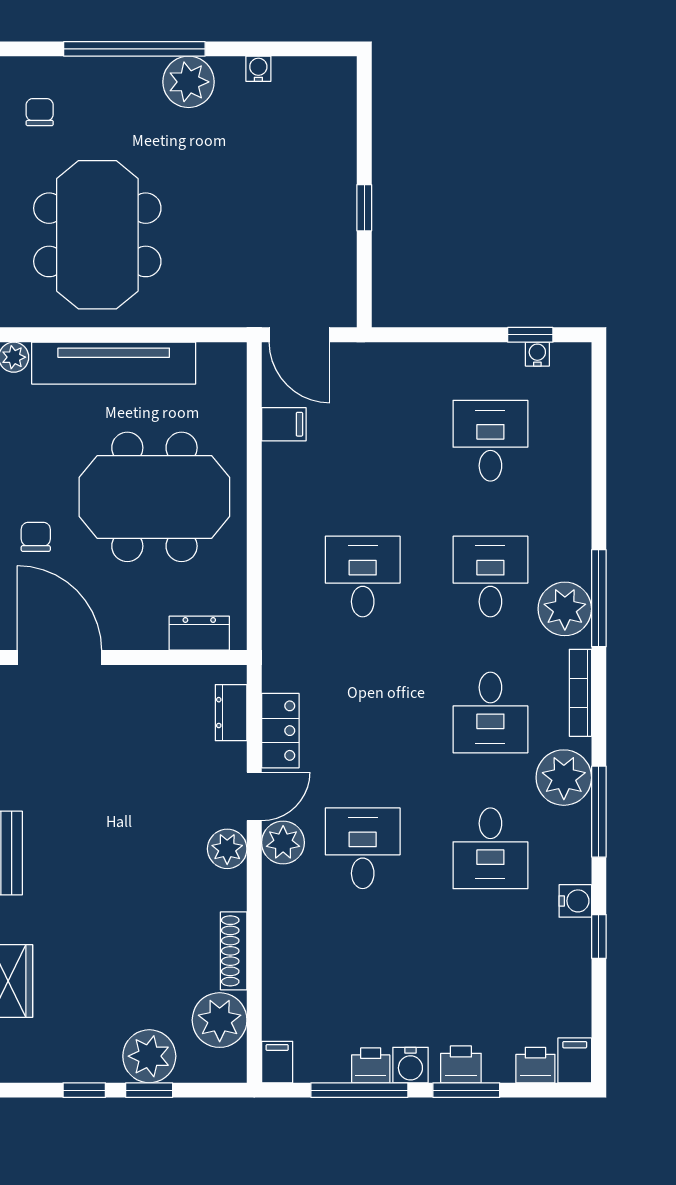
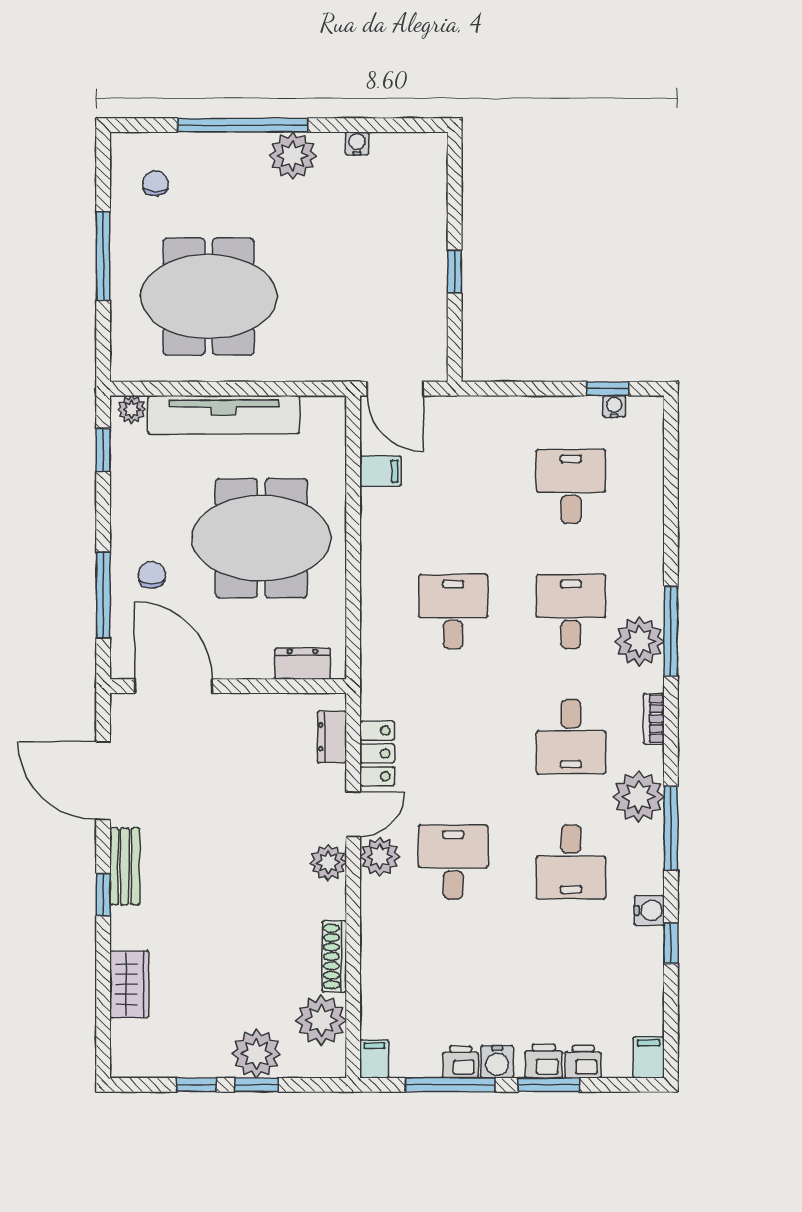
meeting table: (97, 235) -> (209, 297), turned 90
bookcase: (580, 693) -> (654, 719), width x0.64
printer: (535, 1065) -> (583, 1062), moved

